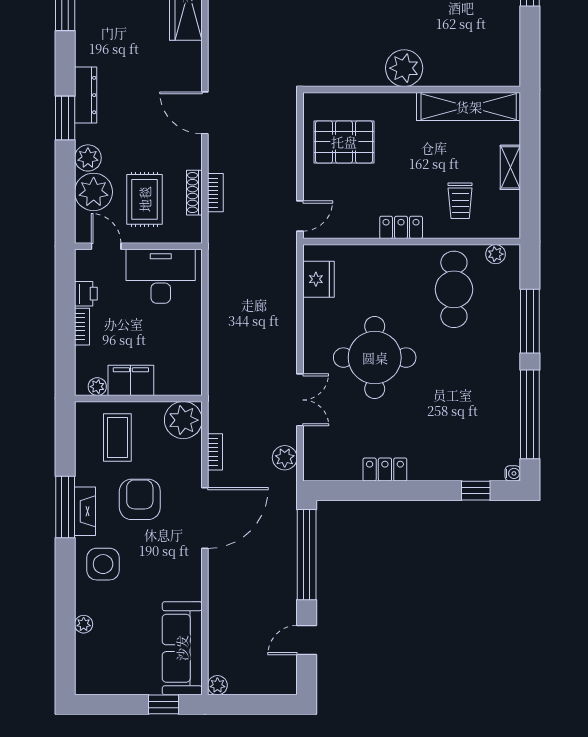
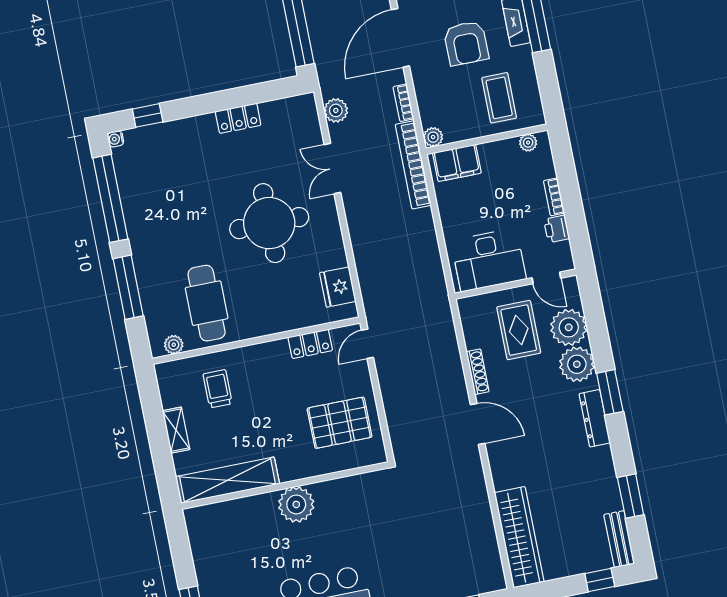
plant: (88, 158) -> (577, 364), width x1.36, depth x1.36
shoe rack: (194, 193) -> (478, 372), moved
bookcase: (215, 193) -> (413, 165), moved, width x2.31, depth x1.31
locker: (401, 227) -> (310, 344), moved
filing cabinet: (131, 380) -> (457, 163), moved
plant: (183, 420) -> (433, 137), width x0.53, depth x0.53

